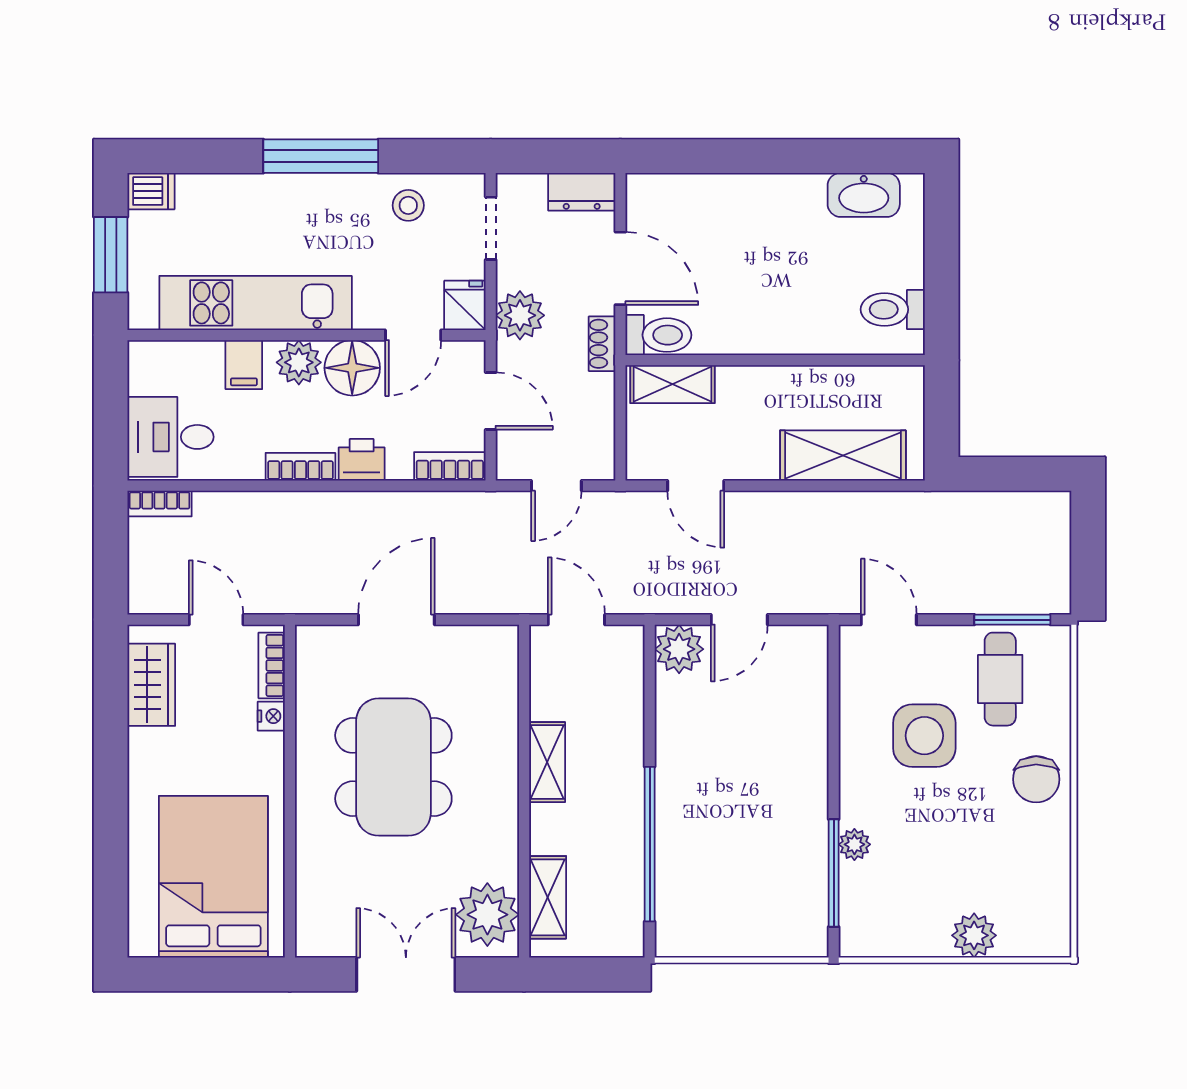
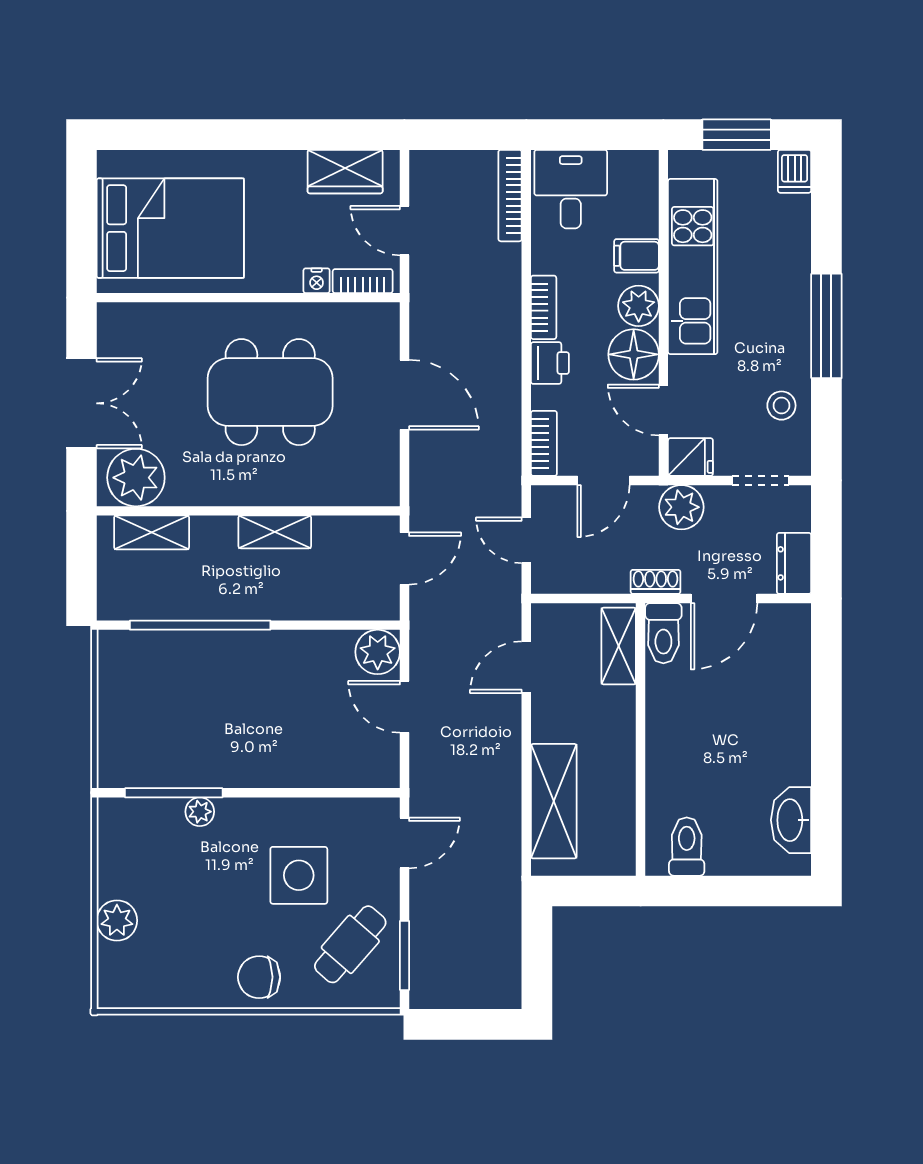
bookcase: (160, 504) -> (510, 196), width x1.56
door: (216, 620) -> (404, 231), swing flipped
cafe table: (1000, 679) -> (350, 944), turned -49

